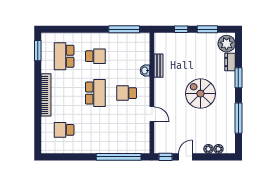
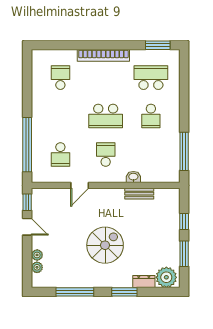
school desk: (127, 130) -> (60, 154), added

